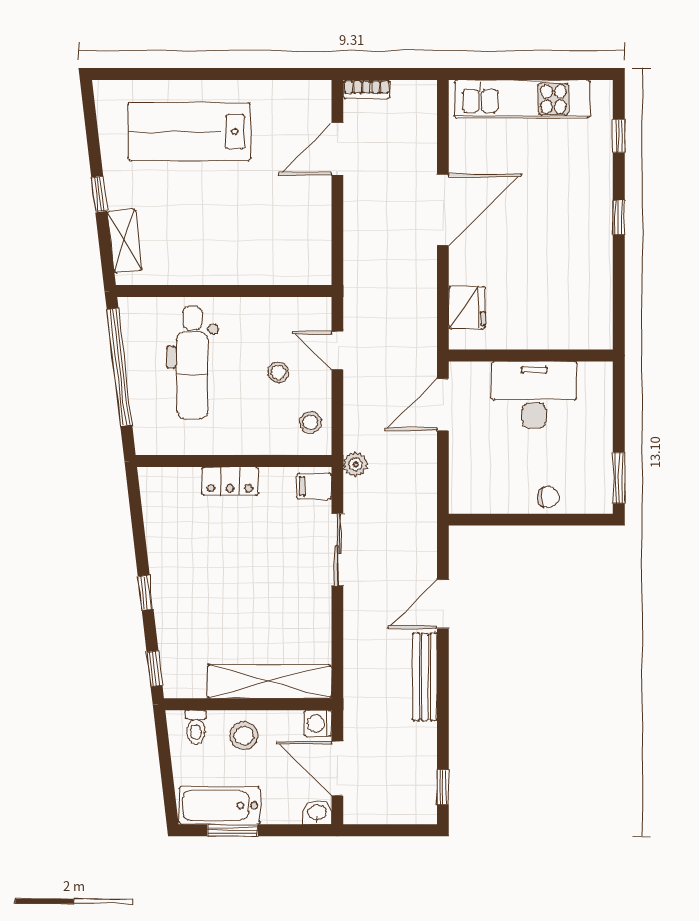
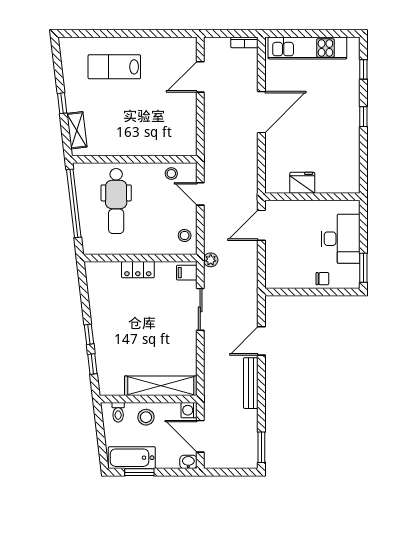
bookcase: (367, 89) -> (244, 42), moved
lab bench: (189, 131) -> (114, 67), width x0.73, depth x0.72
fridge: (467, 307) -> (302, 183), moved, turned -90
stool: (278, 372) -> (171, 174), moved
desk: (534, 395) -> (341, 239), moved, turned 90
window: (155, 669) -> (92, 364), moved
window: (443, 787) -> (261, 447), width x1.50

